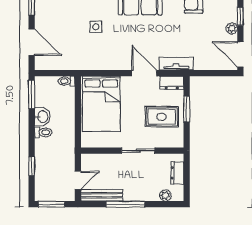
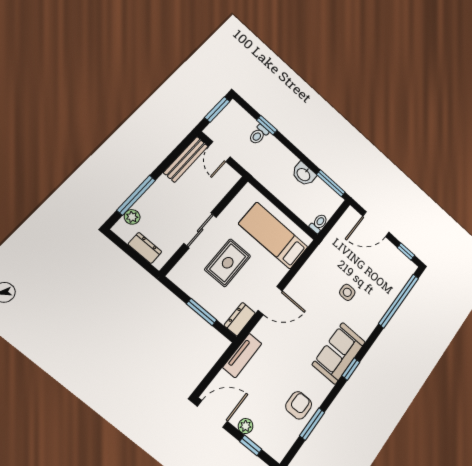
tv unit: (176, 64) -> (242, 355), moved
bed: (101, 104) -> (273, 236), width x0.67
rug: (162, 117) -> (228, 263), moved
toilet: (43, 132) -> (259, 135), moved
window: (125, 204) -> (136, 195), moved

